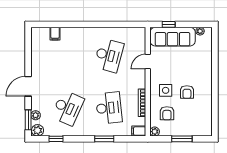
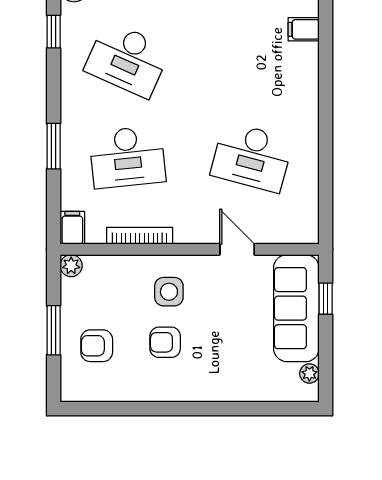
armchair: (167, 113) -> (97, 346), moved

